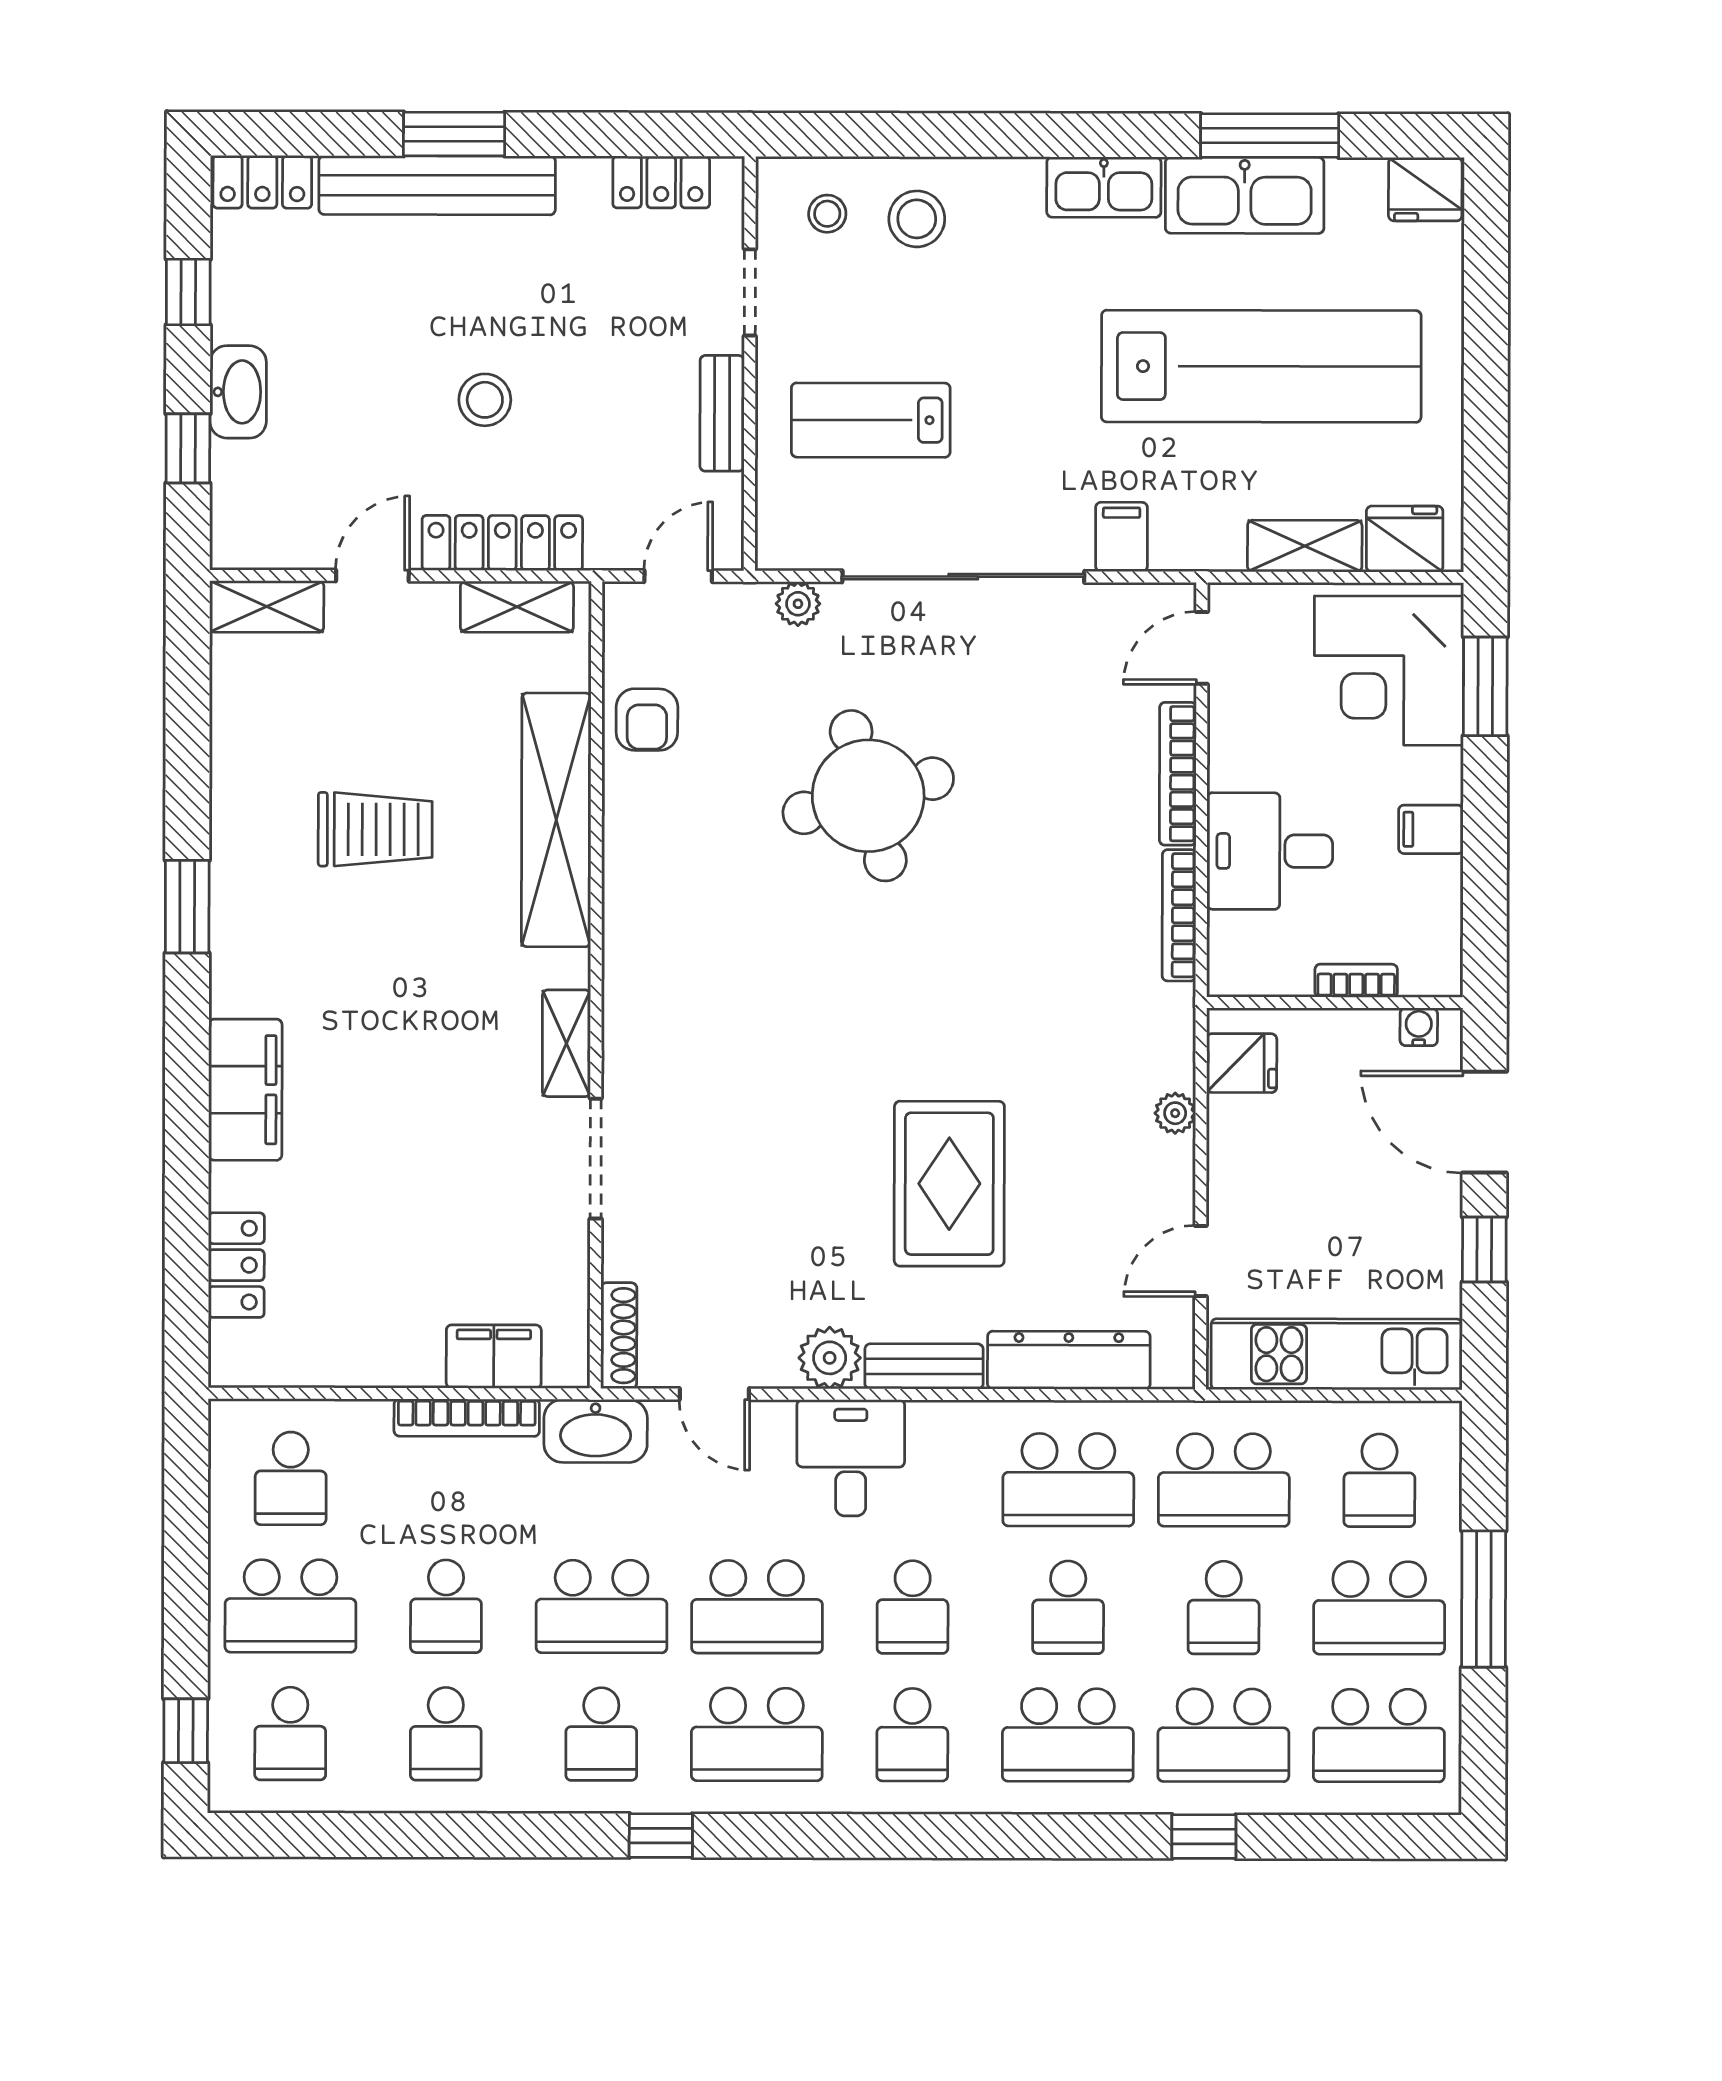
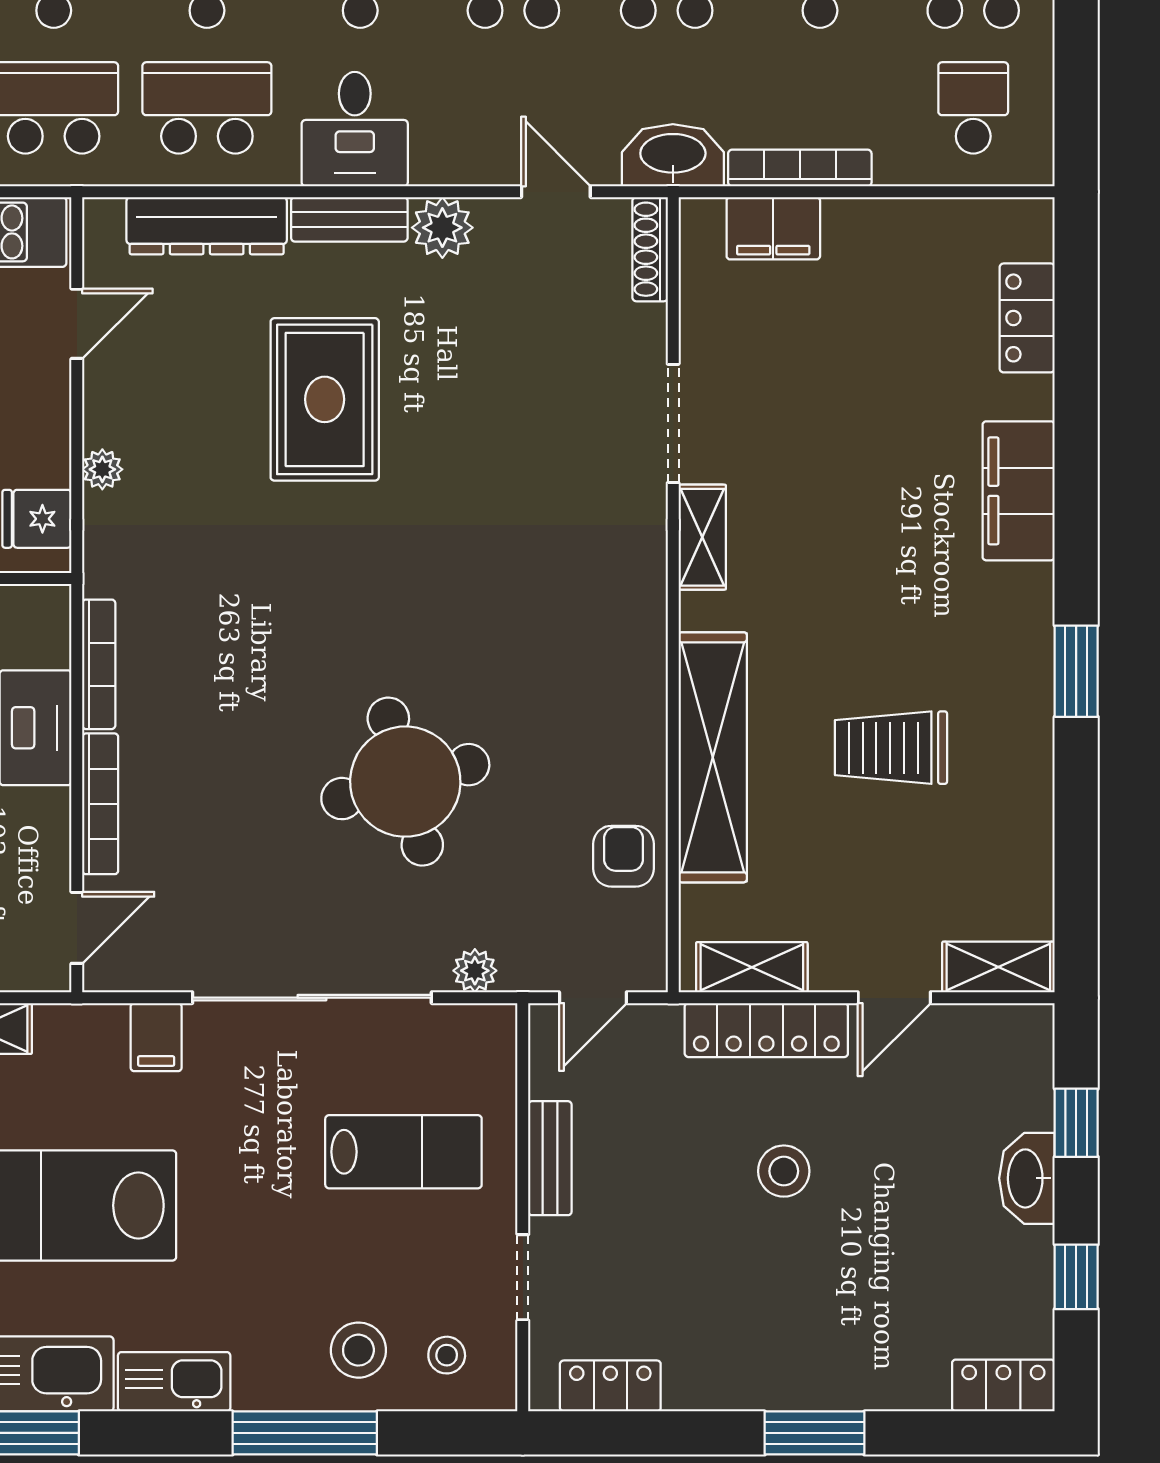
window: (971, 135) -> (305, 1433), added
bench: (437, 185) -> (831, 1382), removed
desk: (851, 1458) -> (355, 129), moved

